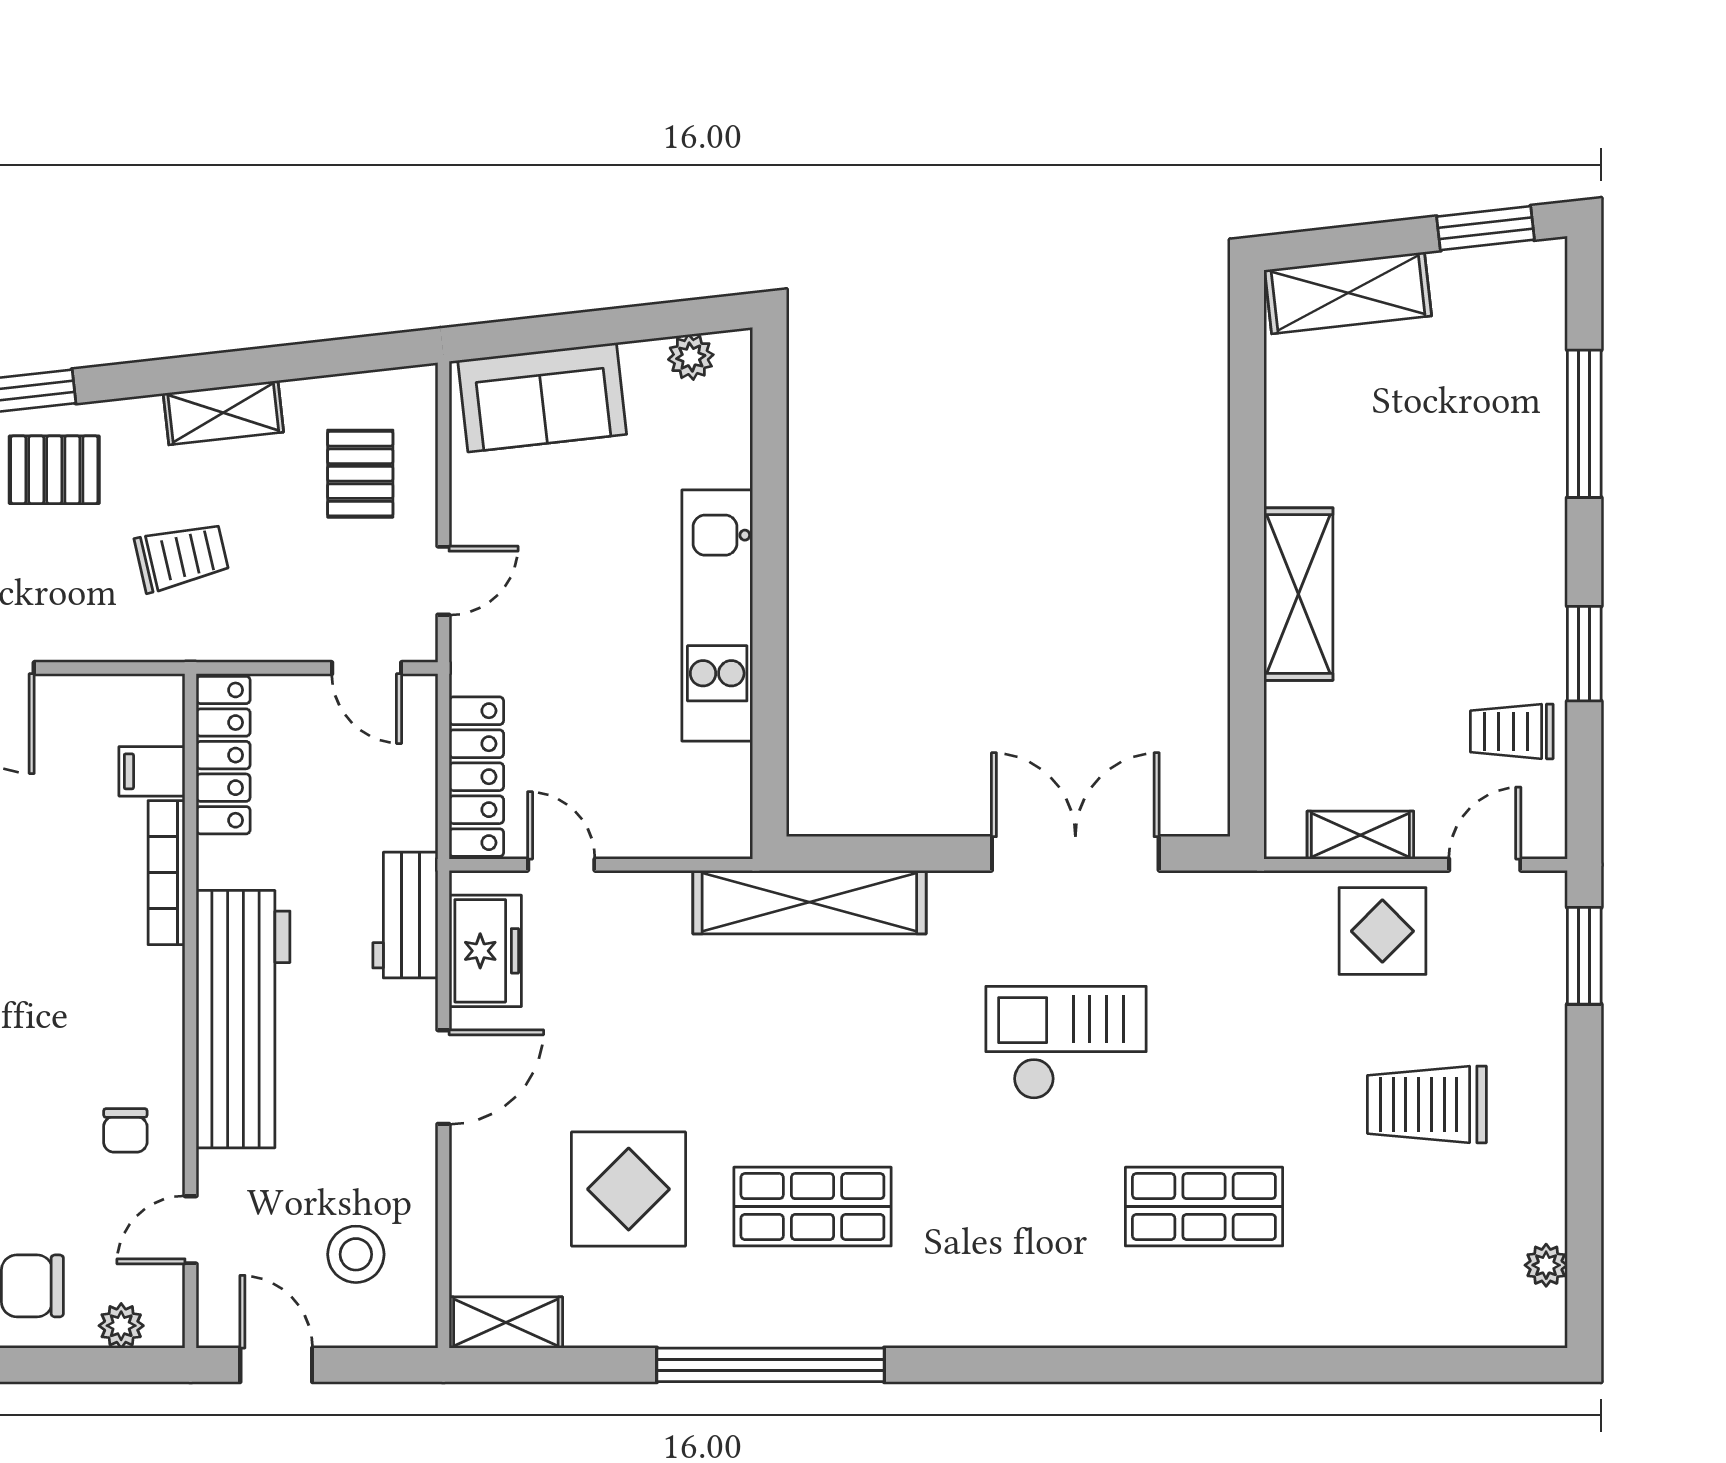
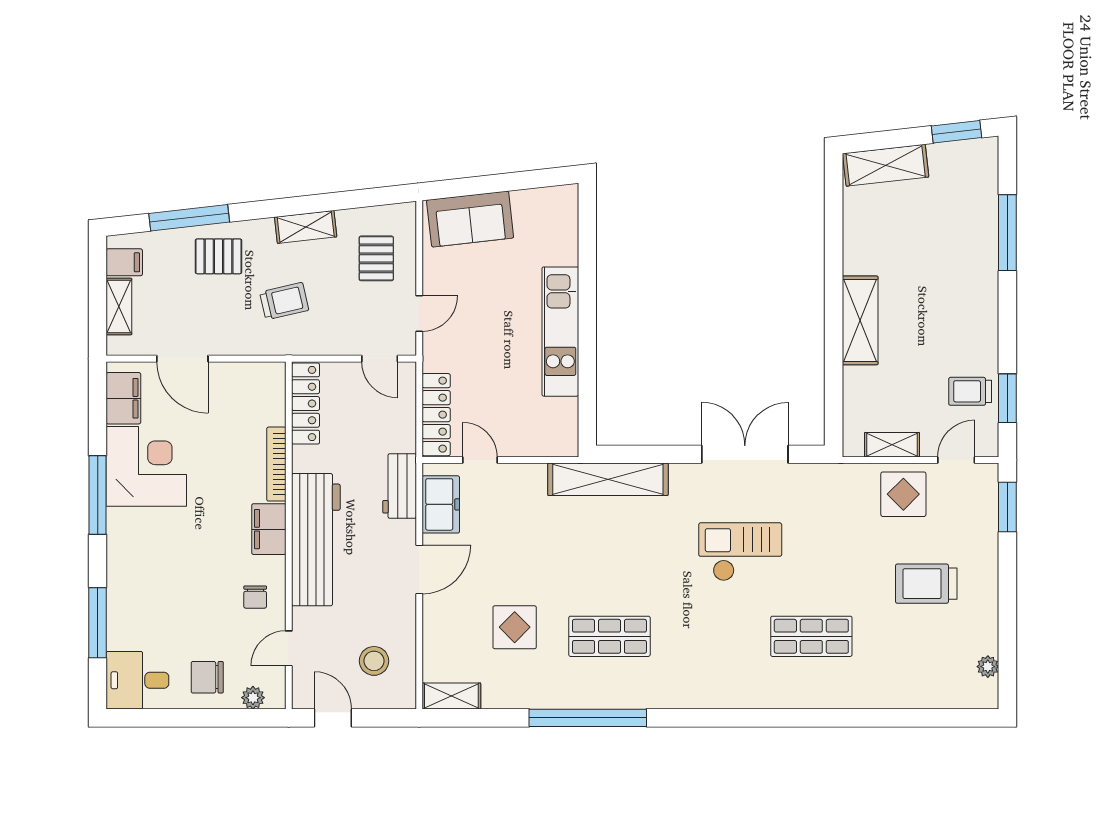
plant: (691, 357) -> (547, 198), removed
window: (1584, 654) -> (1007, 398), moved
filing cabinet: (152, 771) -> (269, 529), moved, width x2.00
display table: (629, 1189) -> (515, 627), width x0.73, depth x0.73

